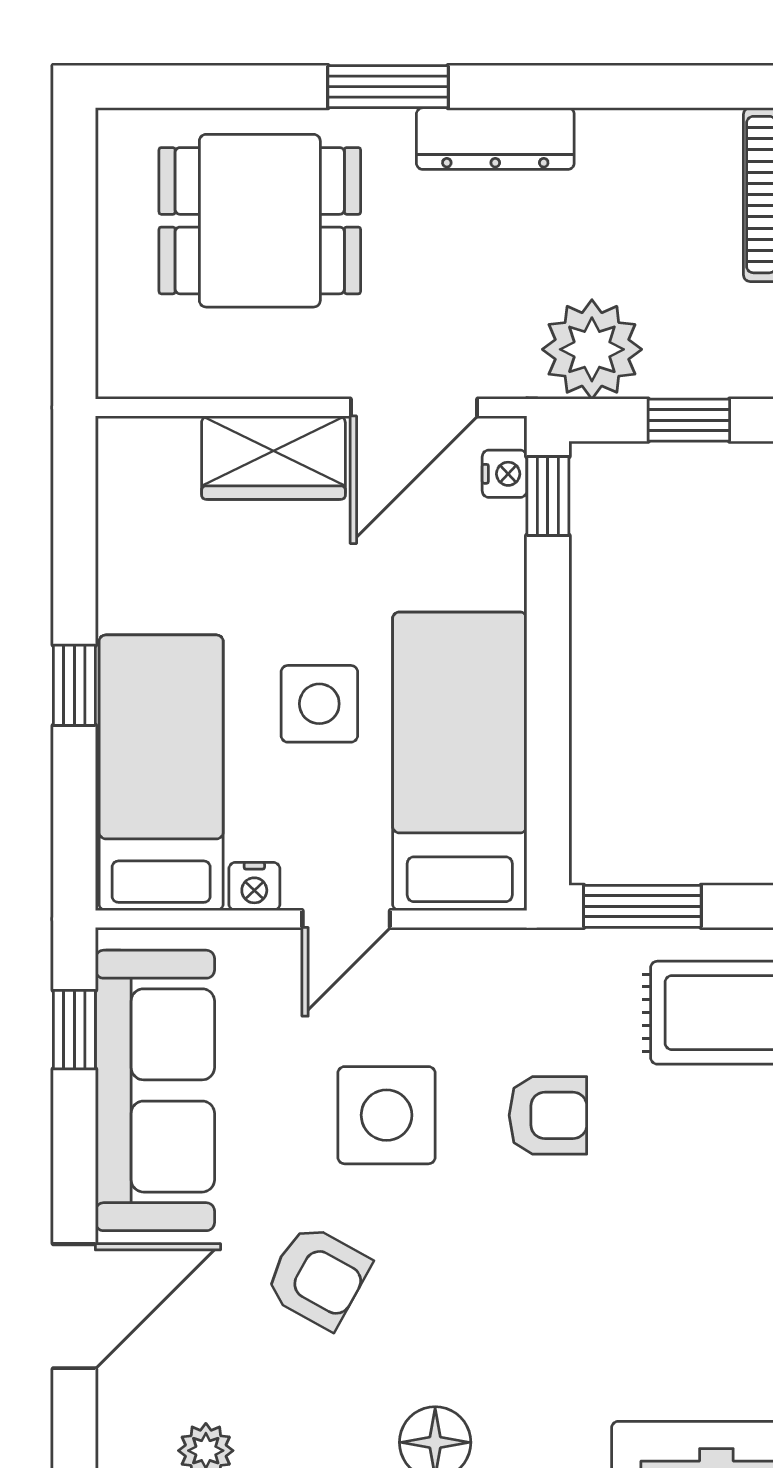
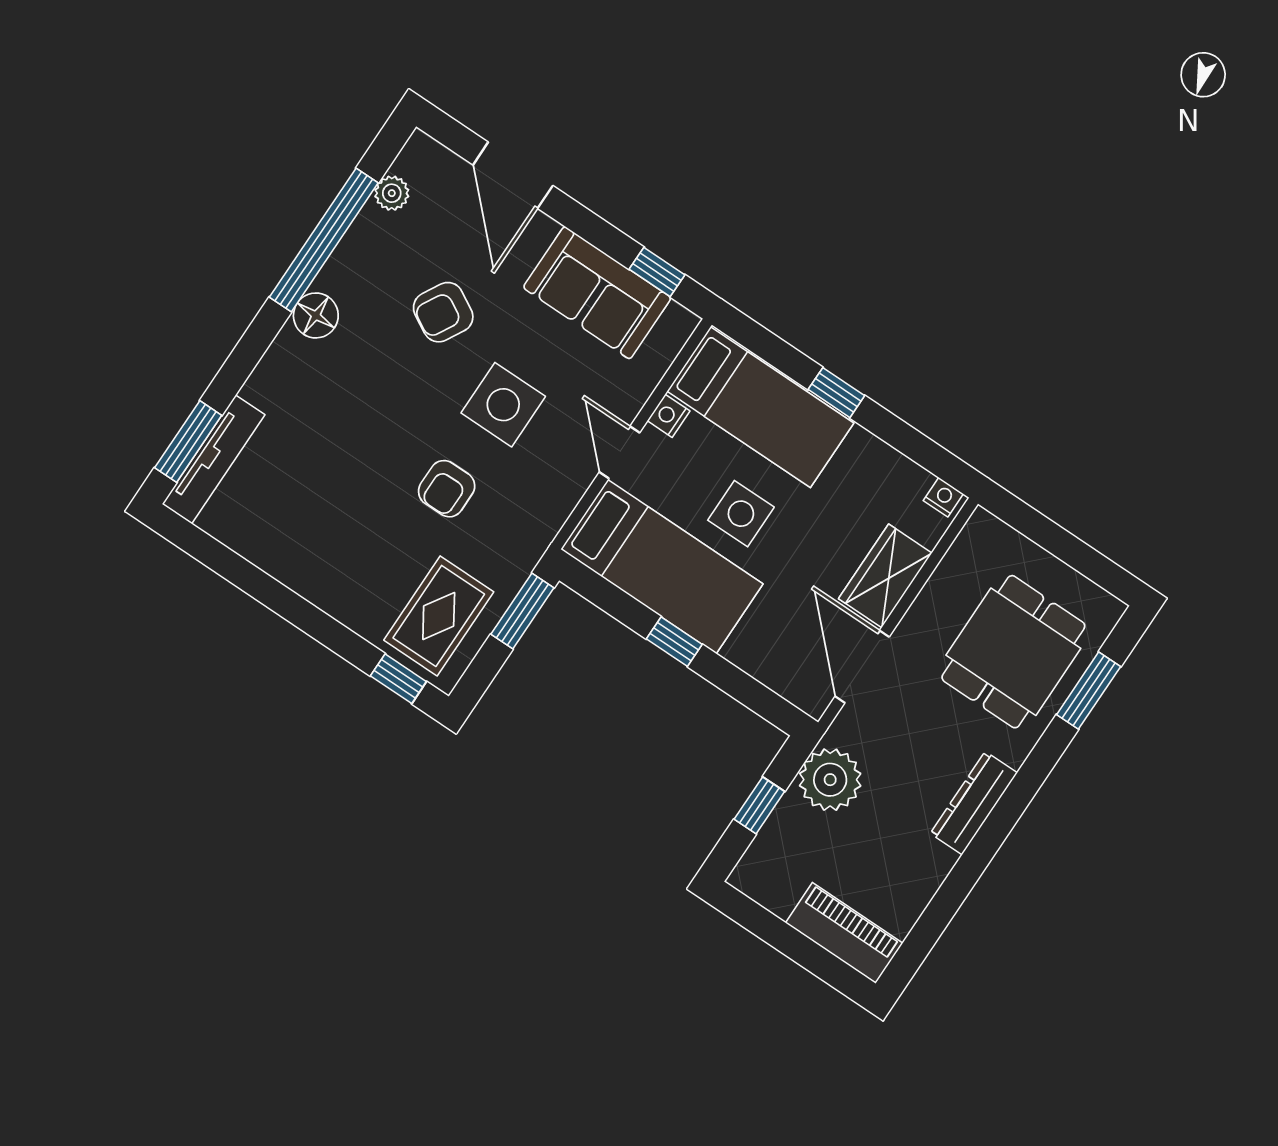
window: (388, 87) -> (1089, 691), moved
nightstand: (505, 474) -> (943, 497), moved, turned 180
window: (548, 496) -> (674, 642), moved
sofa: (155, 1090) -> (597, 293), width x0.73

